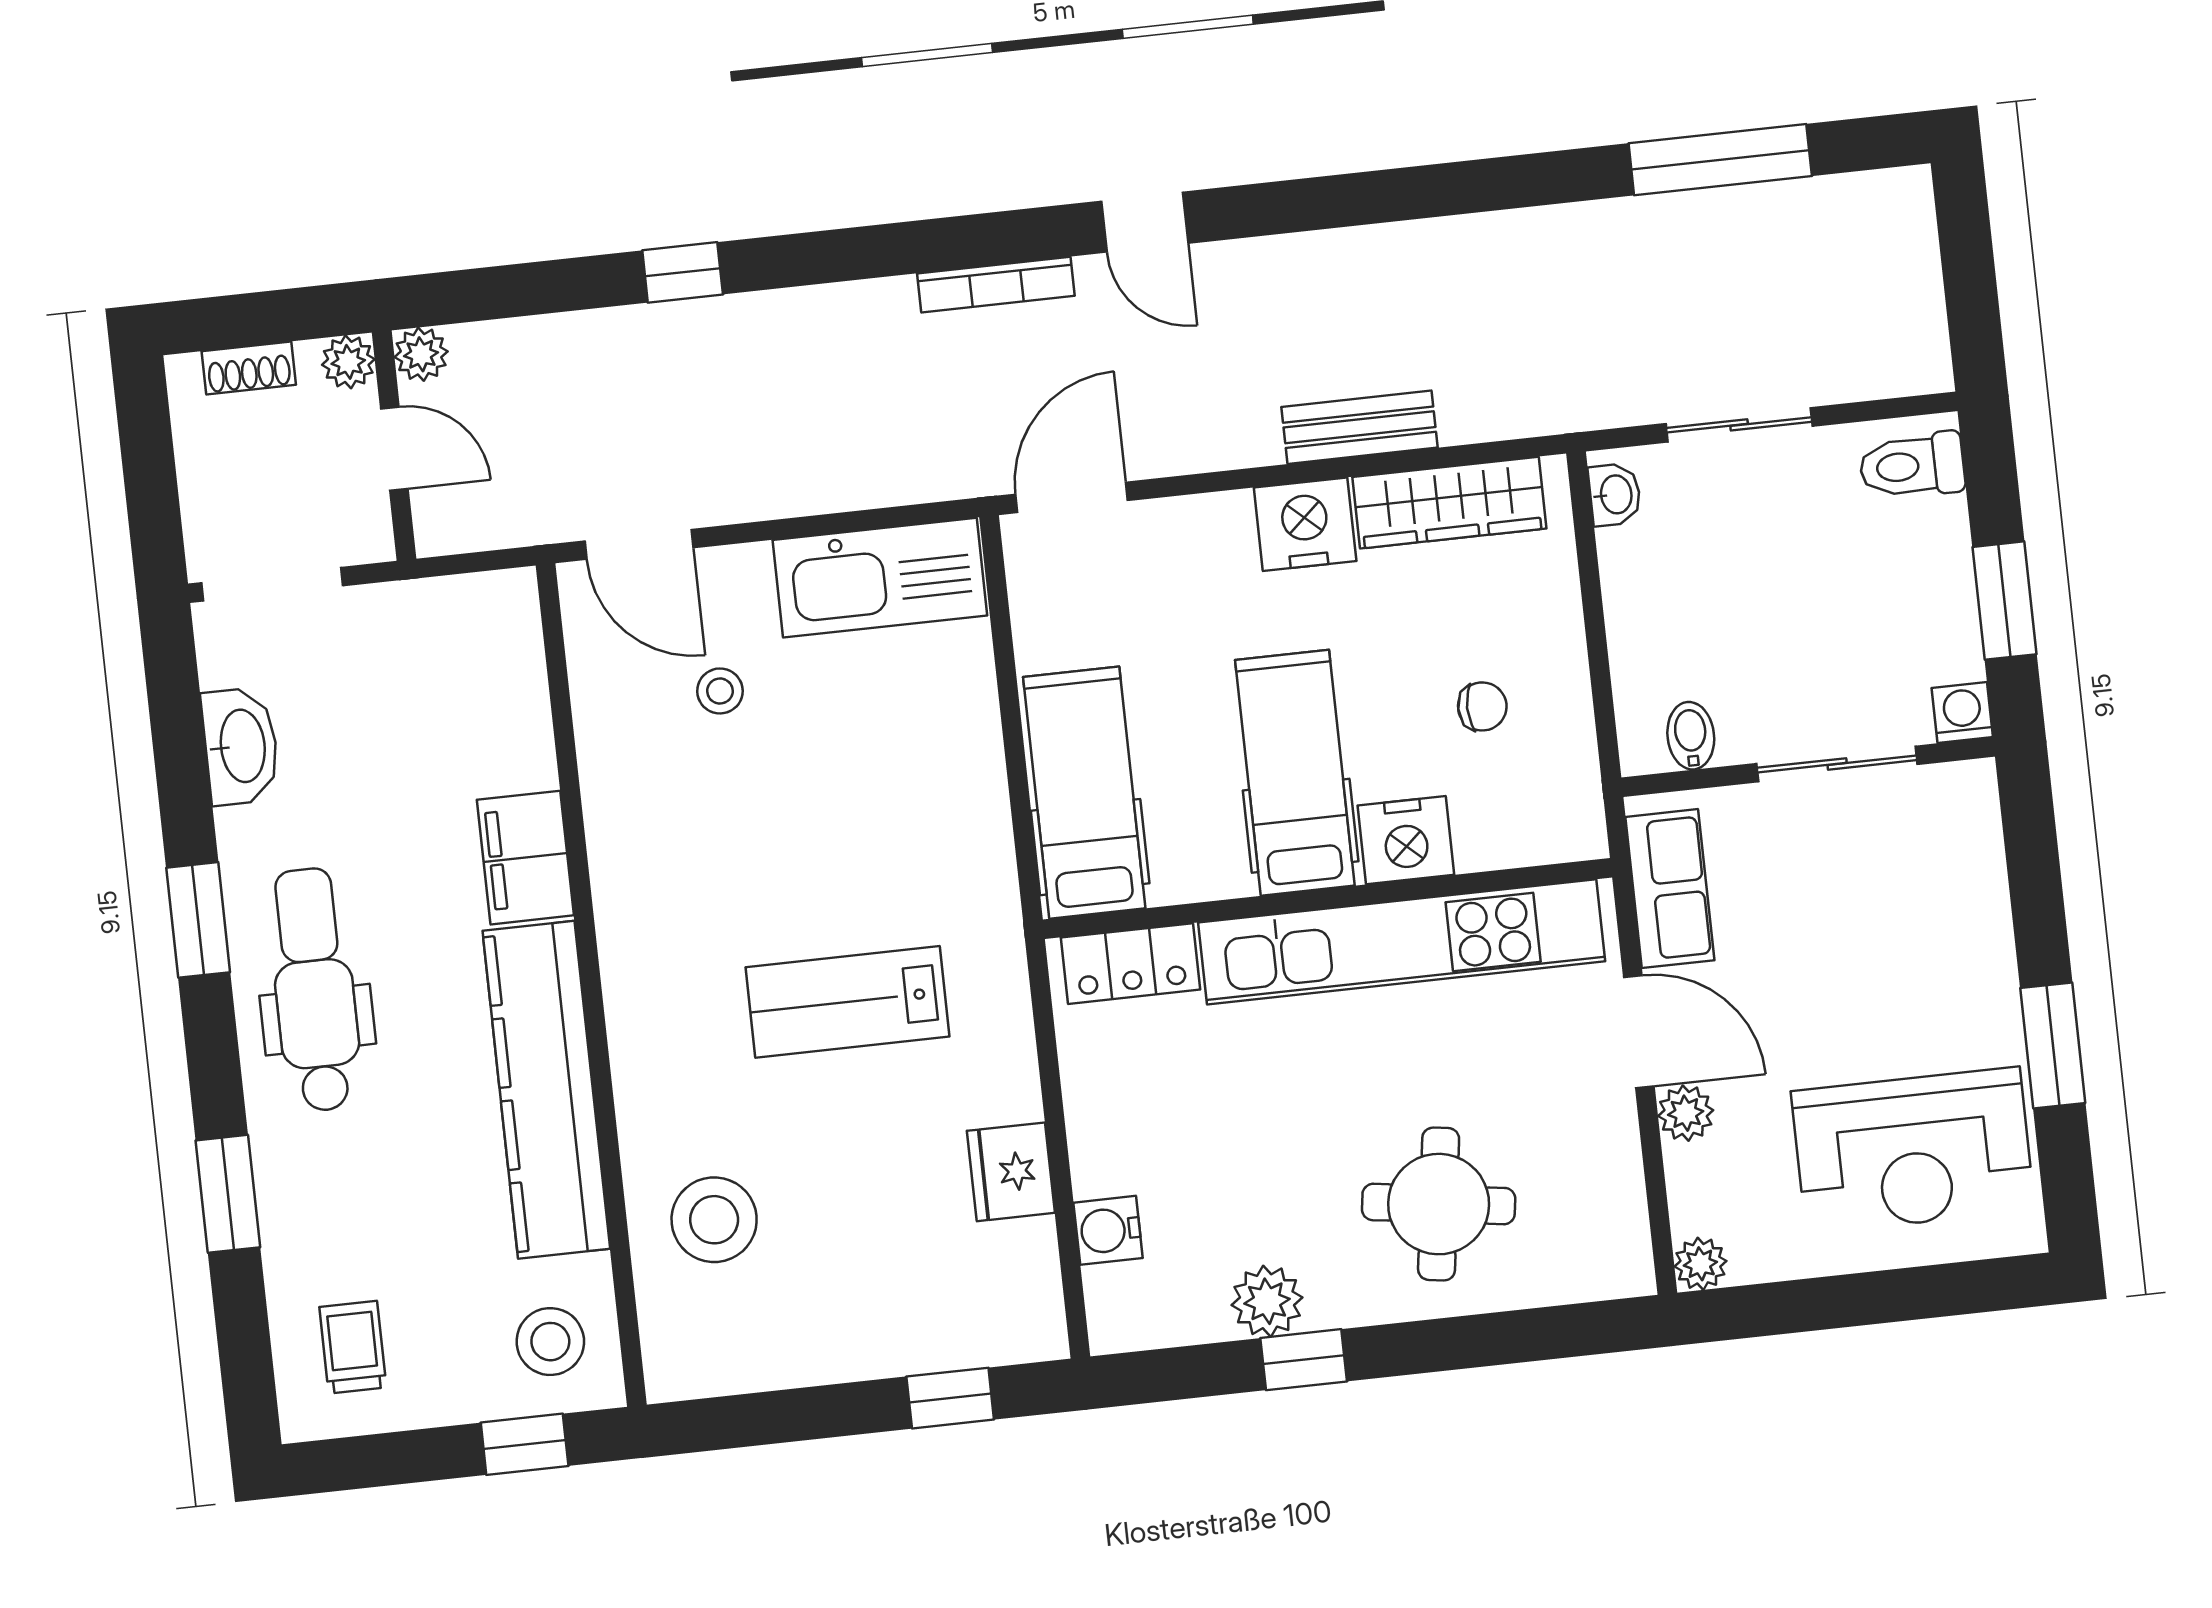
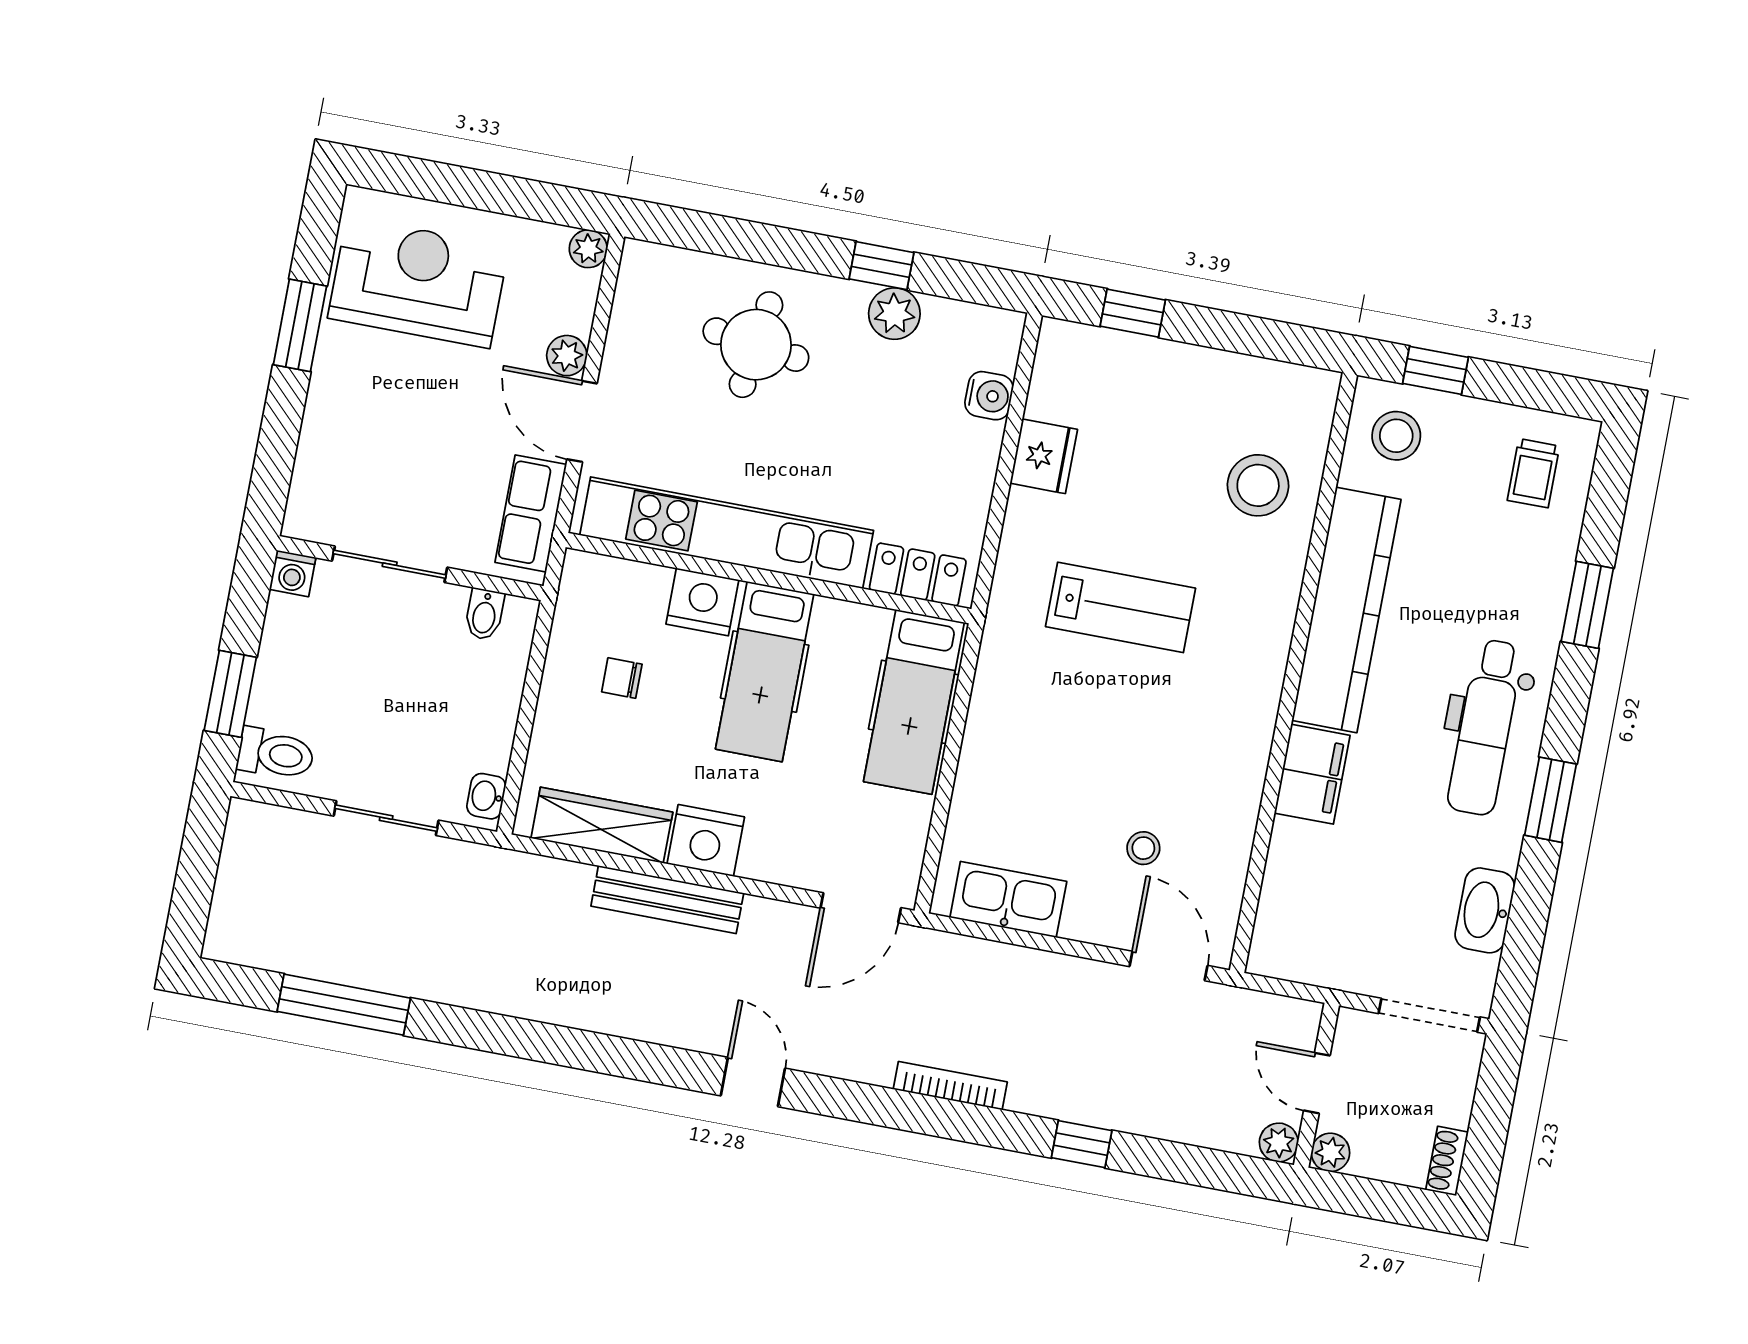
bookcase: (996, 285) -> (950, 1086), moved
shoe rack: (249, 368) -> (1447, 1161), moved, turned -90
bench: (1360, 427) -> (667, 900), width x1.36
kitchen sink: (880, 578) -> (1008, 899), width x0.73, depth x0.81
window: (2004, 601) -> (230, 694), moved

